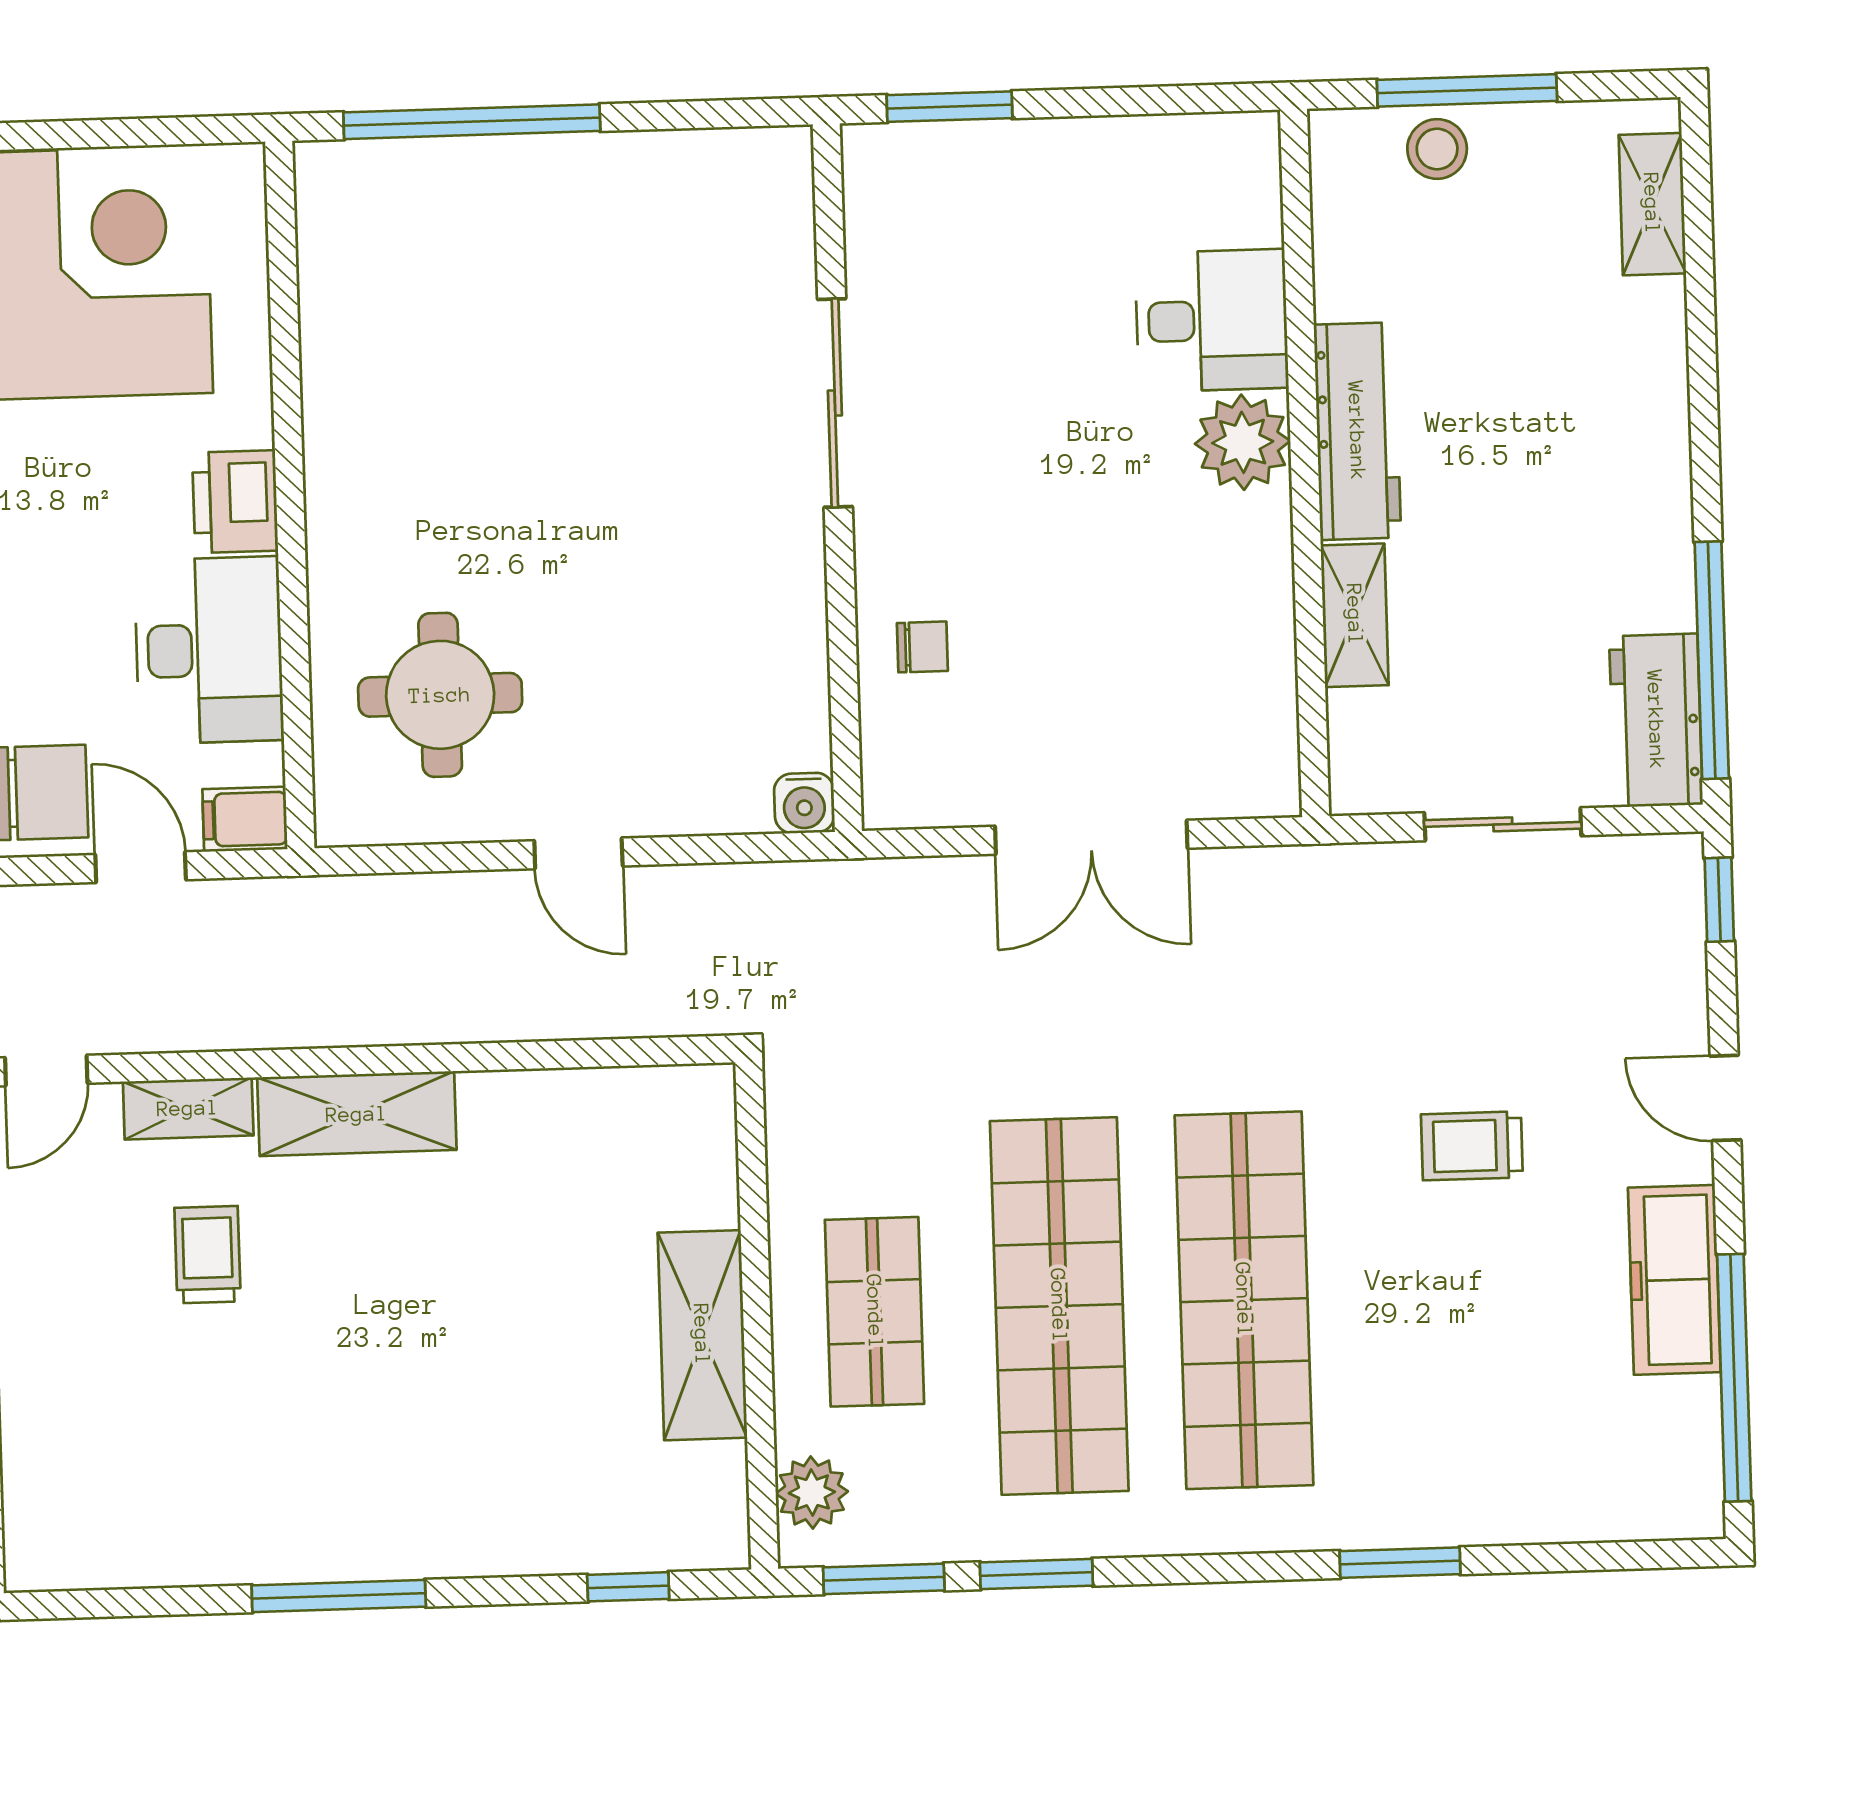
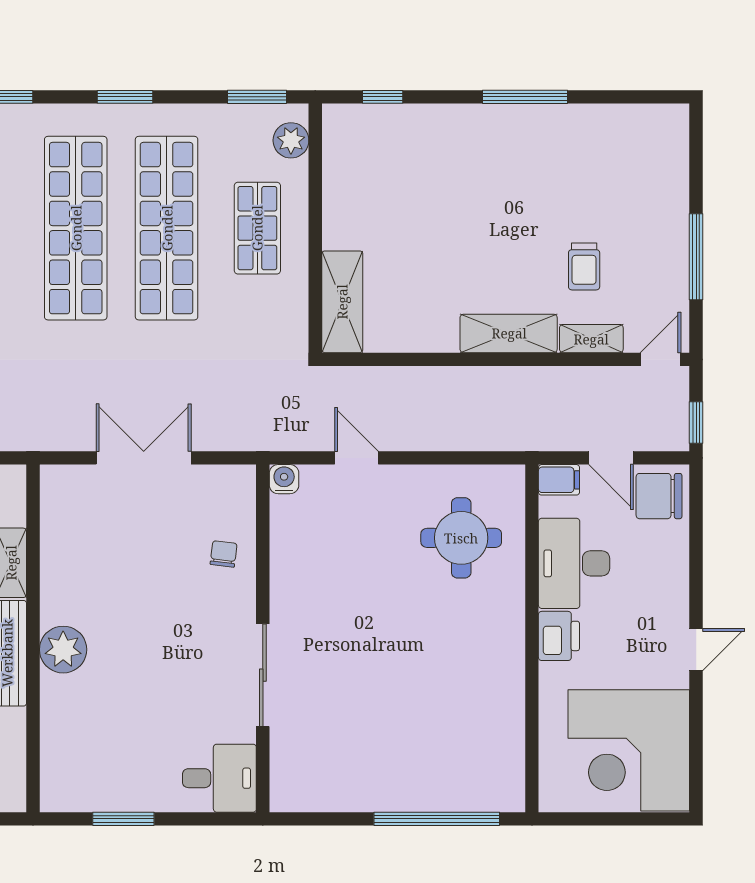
window: (949, 107) -> (123, 819), moved
desk: (1212, 320) -> (219, 778), moved, turned 180
chair: (922, 647) -> (224, 554), turned 97
door: (578, 853) -> (357, 458), moved
shelving: (702, 1335) -> (342, 302), moved
window: (1036, 1574) -> (125, 97), moved

